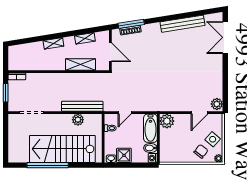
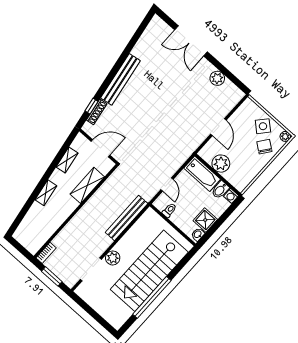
window: (131, 24) -> (92, 106), width x0.46
bench: (183, 24) -> (120, 79), moved
double door: (225, 37) -> (191, 41), moved
plant: (217, 104) -> (217, 78), moved
door: (200, 113) -> (218, 127), moved
plant: (78, 120) -> (113, 258), moved
plant: (167, 121) -> (221, 164), moved

